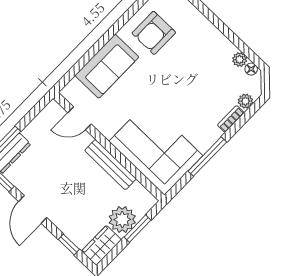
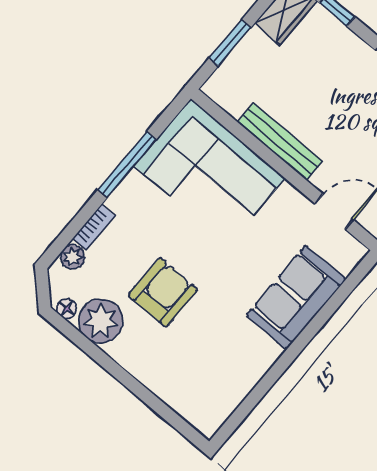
armchair: (154, 33) -> (163, 293), moved
plant: (240, 60) -> (101, 321), width x1.87, depth x1.87
plant: (122, 220) -> (255, 55), removed

